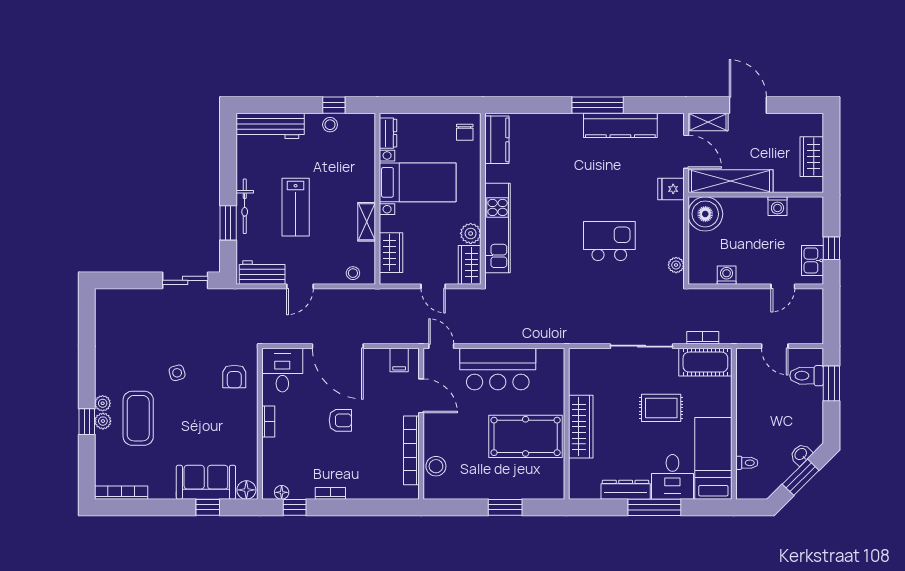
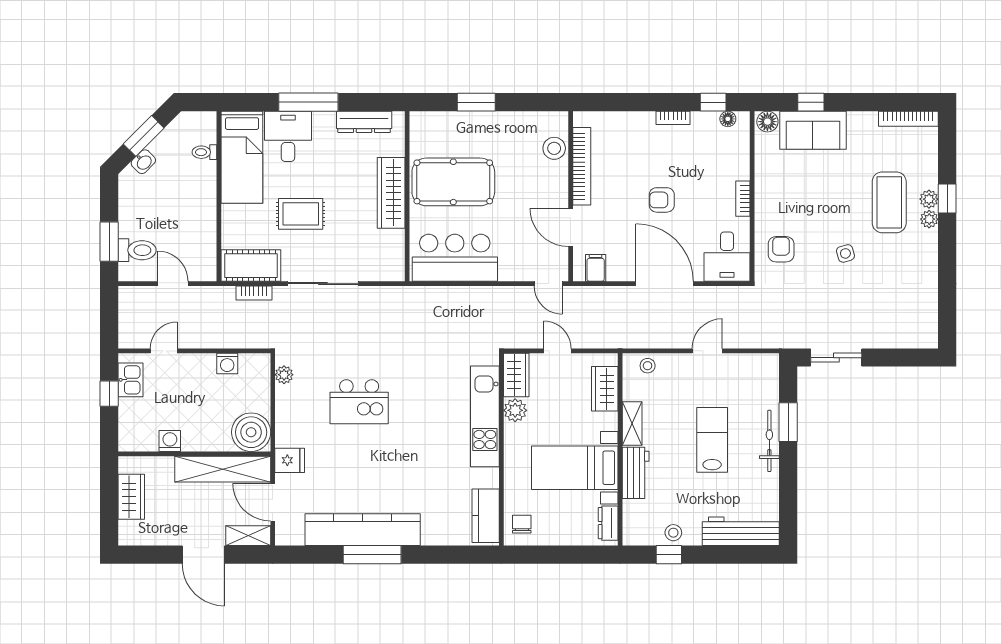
kitchen counter: (620, 125) -> (363, 530), width x1.39, depth x1.17
workbench: (262, 272) -> (636, 473), moved, turned -90
bar counter: (498, 369) -> (455, 258), moved
dresser: (626, 490) -> (364, 122), moved

